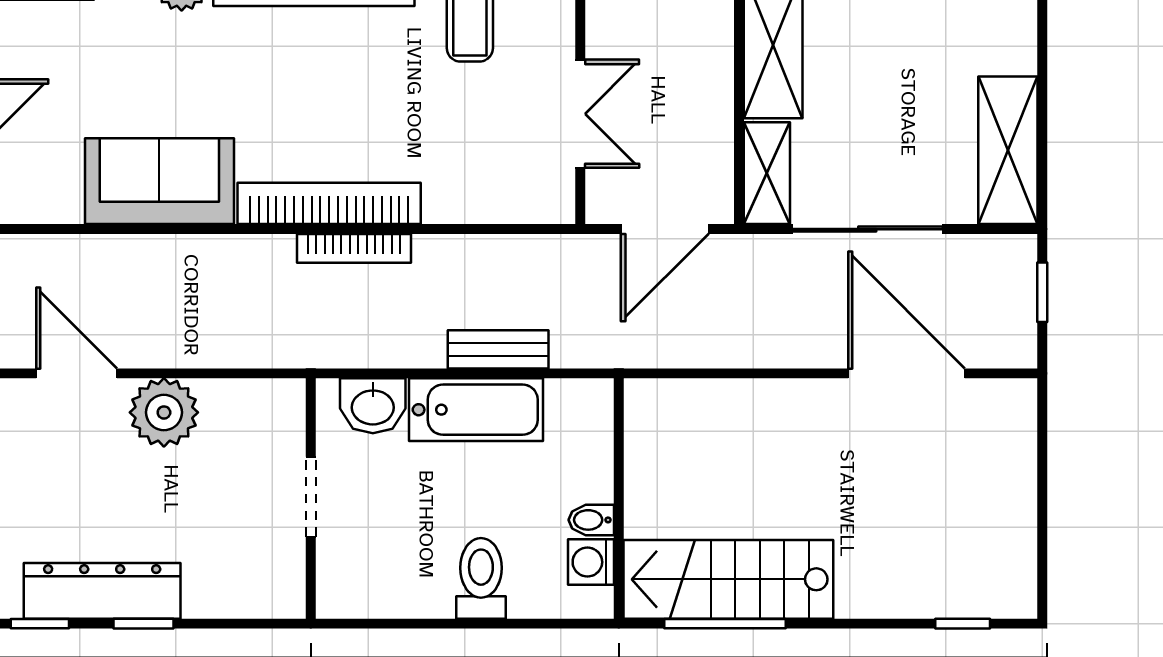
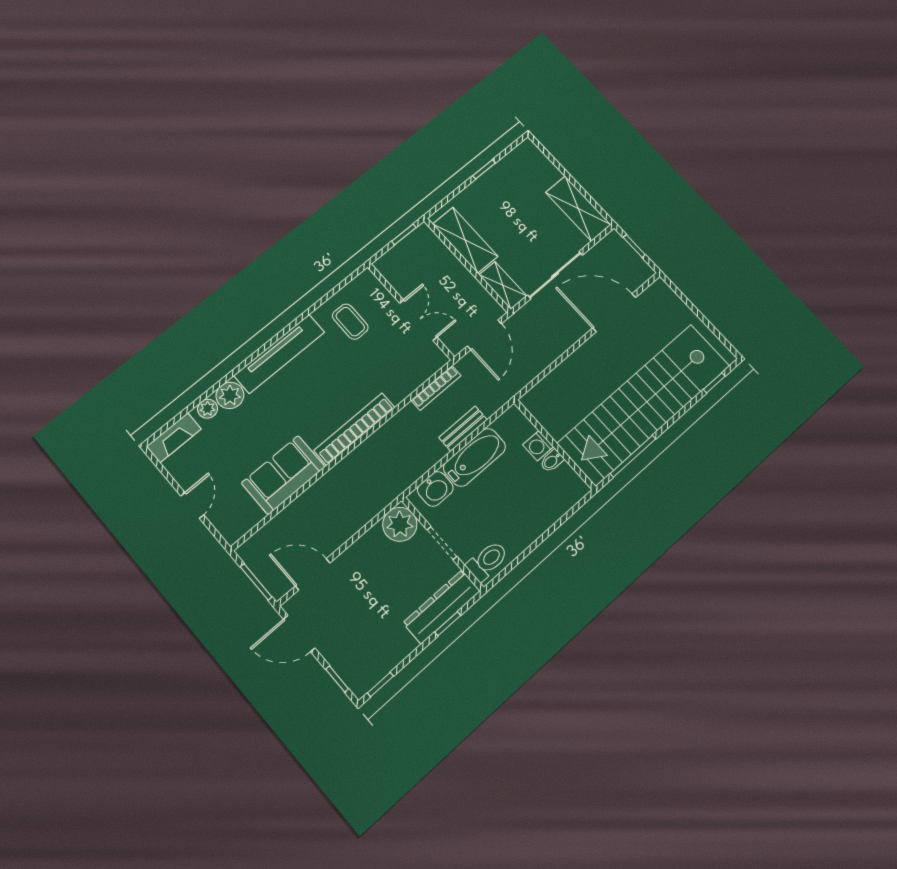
bookcase: (354, 248) -> (436, 388), moved
plant: (164, 412) -> (400, 524), moved
washing machine: (591, 562) -> (538, 446), moved
toilet: (481, 578) -> (487, 561), moved, turned 90
stairs: (728, 579) -> (644, 404), width x1.86, depth x1.51
dresser: (102, 591) -> (442, 607), moved
window: (144, 624) -> (448, 624), moved

